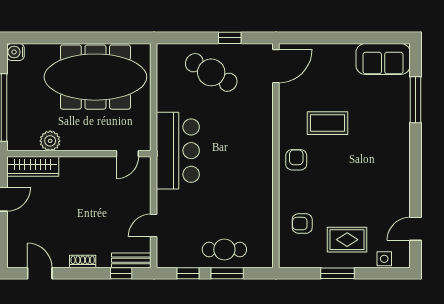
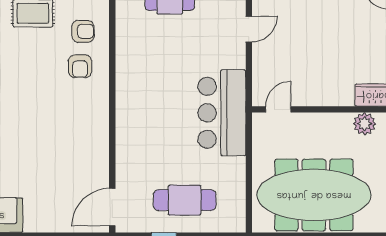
cafe table: (211, 72) -> (185, 200), turned -30
coffee table: (327, 123) -> (55, 144), removed
armchair: (296, 160) -> (80, 66), moved

